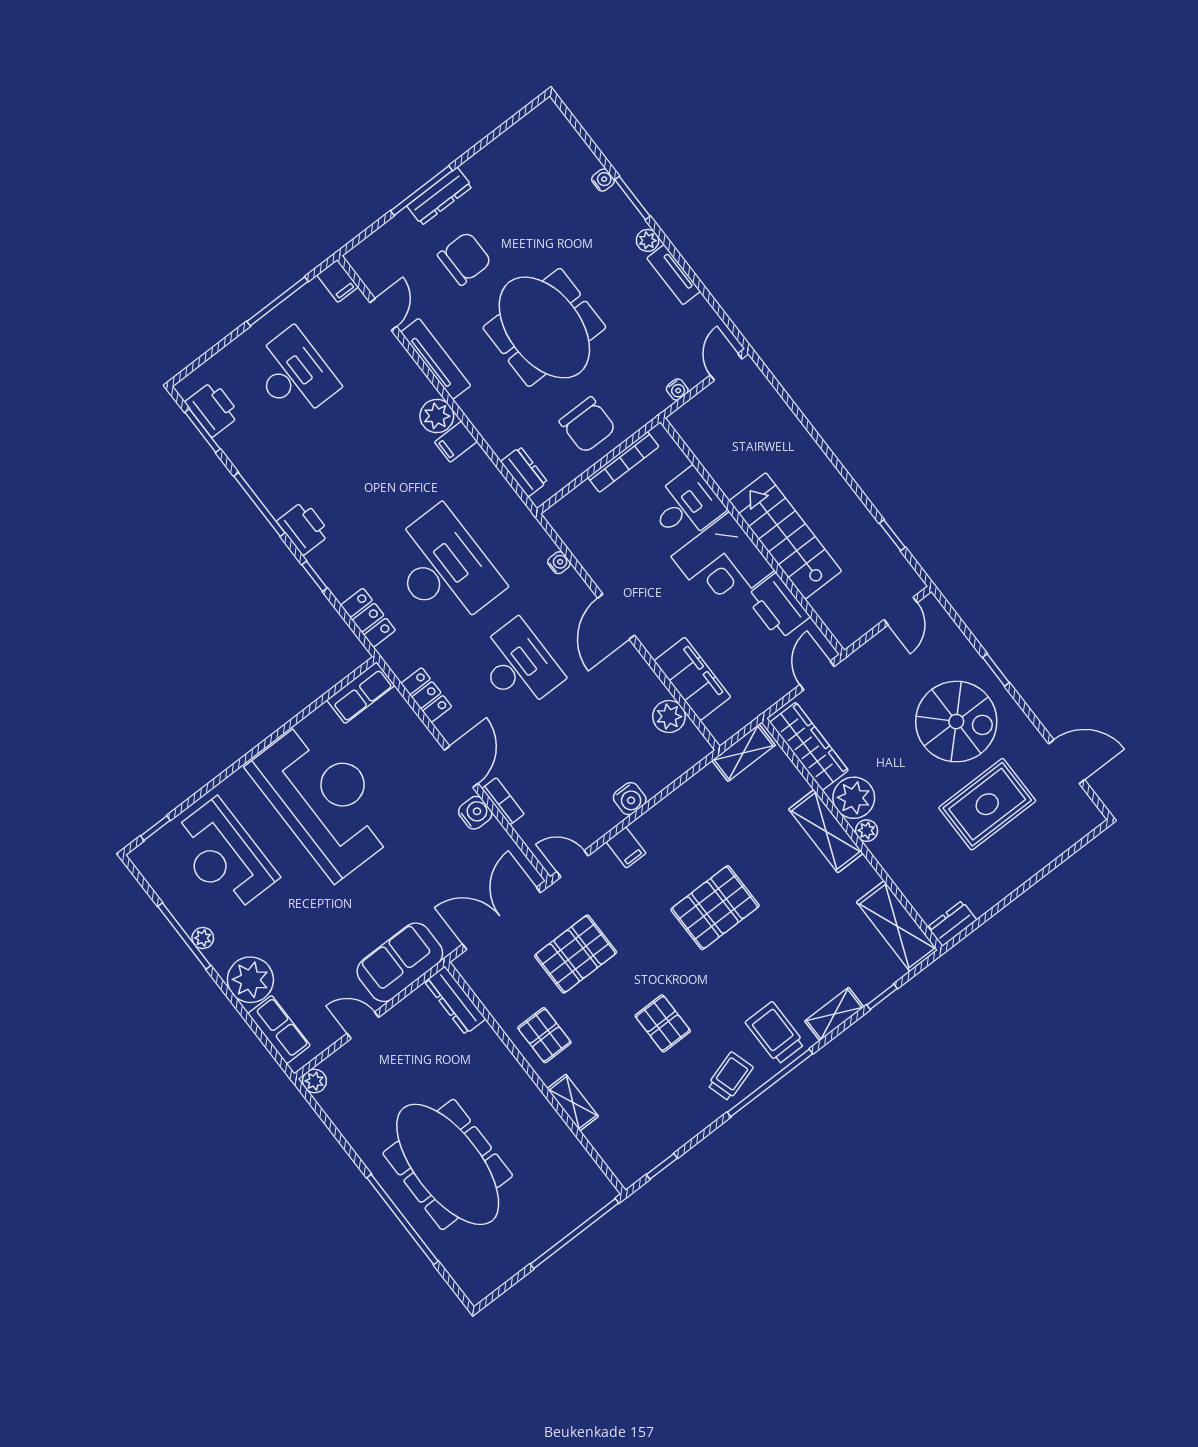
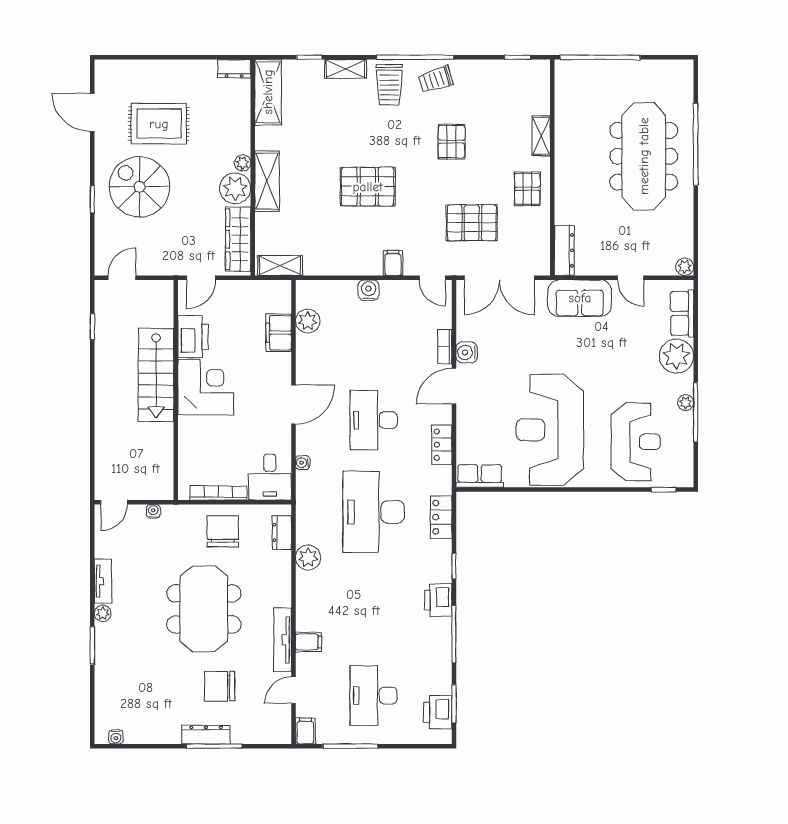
water cooler: (603, 180) -> (116, 737), moved, turned -90
plant: (437, 416) -> (308, 558), moved
filing cabinet: (456, 442) -> (309, 642), moved
desk: (686, 506) -> (270, 477), moved, turned -90
filing cabinet: (692, 679) -> (279, 333), width x0.67, depth x0.86

